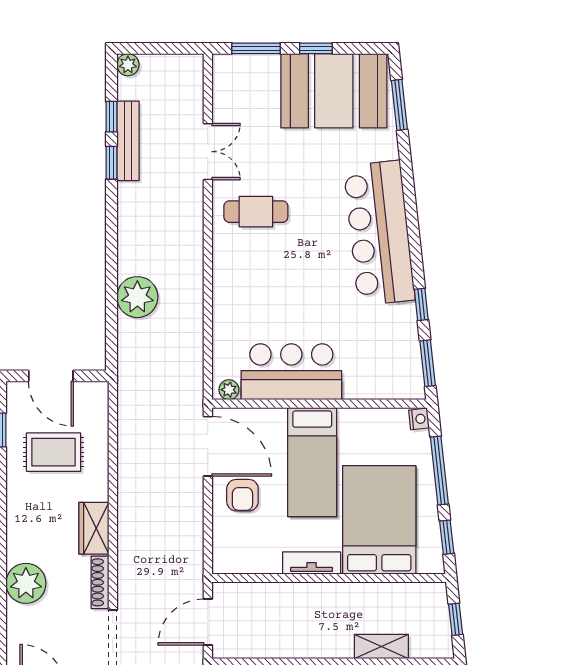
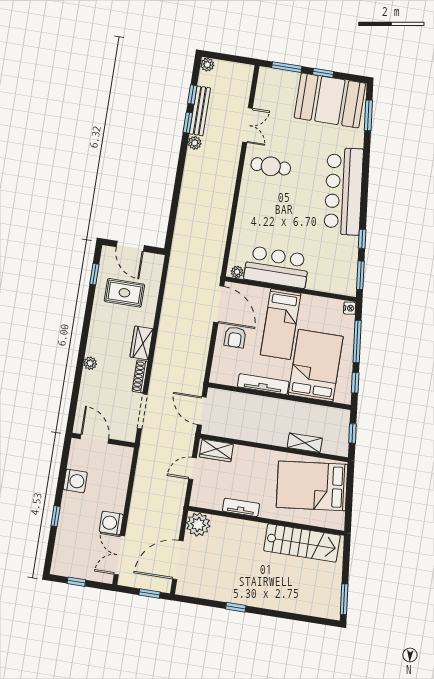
plant: (137, 297) -> (195, 143), moved, width x0.53, depth x0.53
tv unit: (312, 563) -> (263, 384), width x1.41
plant: (26, 583) -> (90, 363), width x0.53, depth x0.53
door: (208, 622) -> (202, 411), hinge flipped

